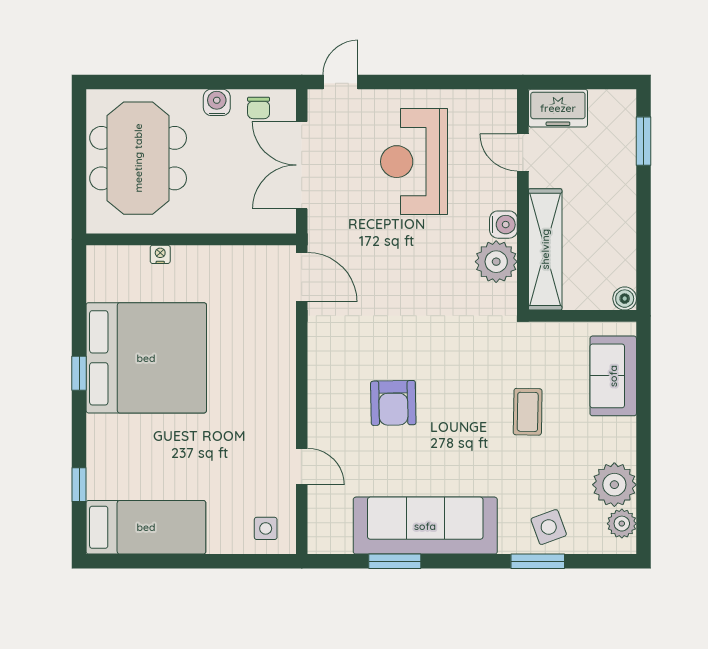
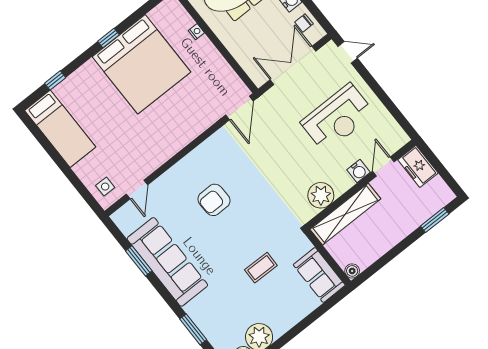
reception desk: (414, 162) -> (338, 118), turned 180
water cooler: (503, 225) -> (359, 171), moved
sofa: (613, 376) -> (319, 275), moved, turned -90
door: (302, 467) -> (137, 189), moved
side table: (549, 527) -> (214, 322), removed

